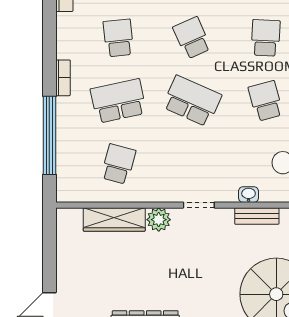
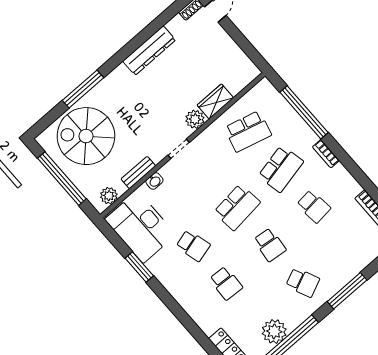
school desk: (192, 38) -> (270, 245), turned 30
school desk: (192, 101) -> (237, 207), turned -30
school desk: (118, 164) -> (248, 131), width x1.85
wardrobe: (114, 219) -> (215, 101), width x0.67

